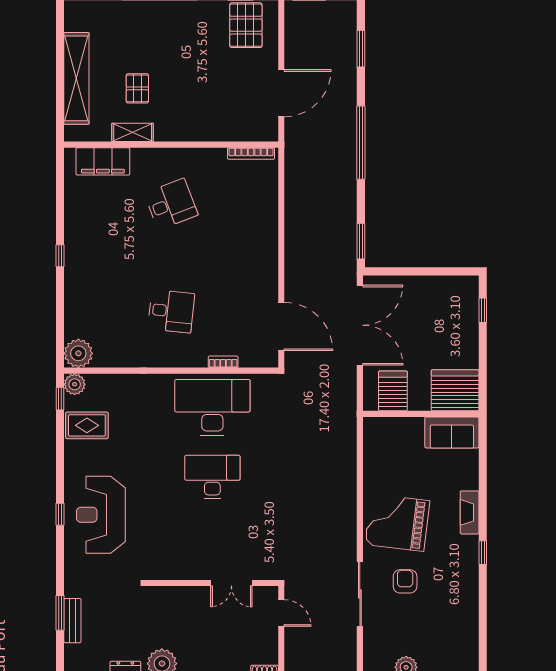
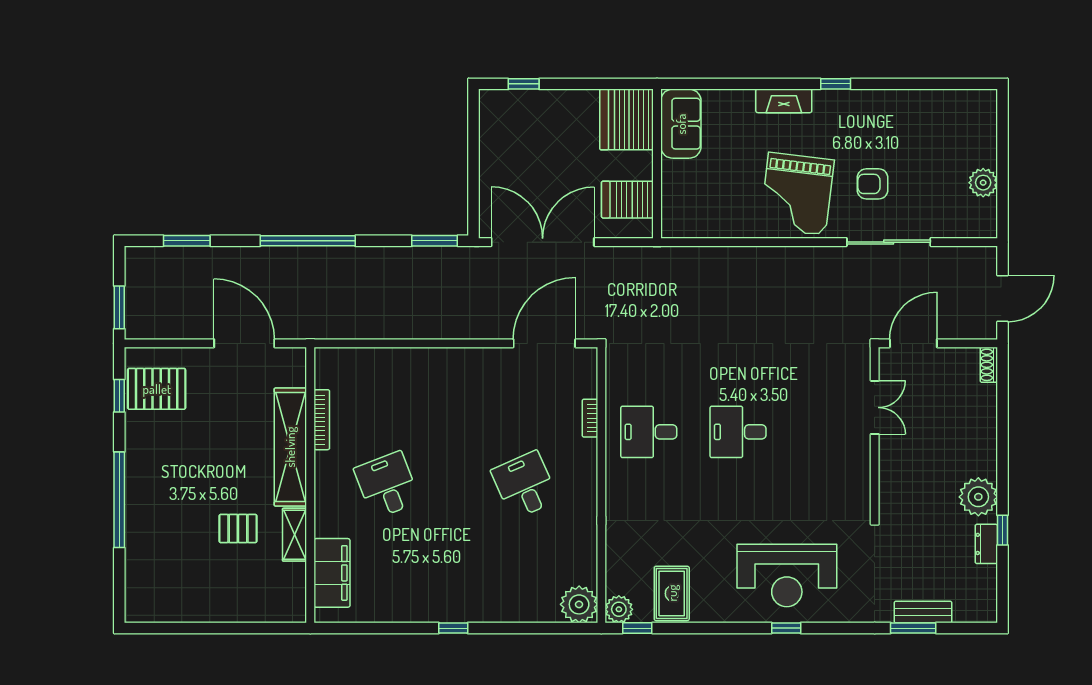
shelving: (76, 78) -> (290, 447), moved, turned 90
bookcase: (251, 153) -> (322, 420), moved
desk: (171, 311) -> (525, 485), turned -30
desk: (212, 408) -> (649, 432), width x0.53, depth x0.77
desk: (212, 477) -> (738, 432), width x0.73
door: (281, 613) -> (913, 343), width x1.38

